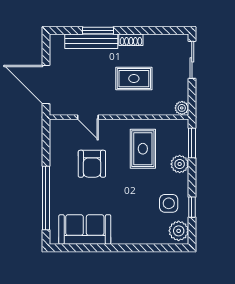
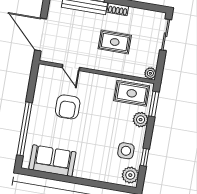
rug: (143, 149) -> (132, 93), moved, turned 90

